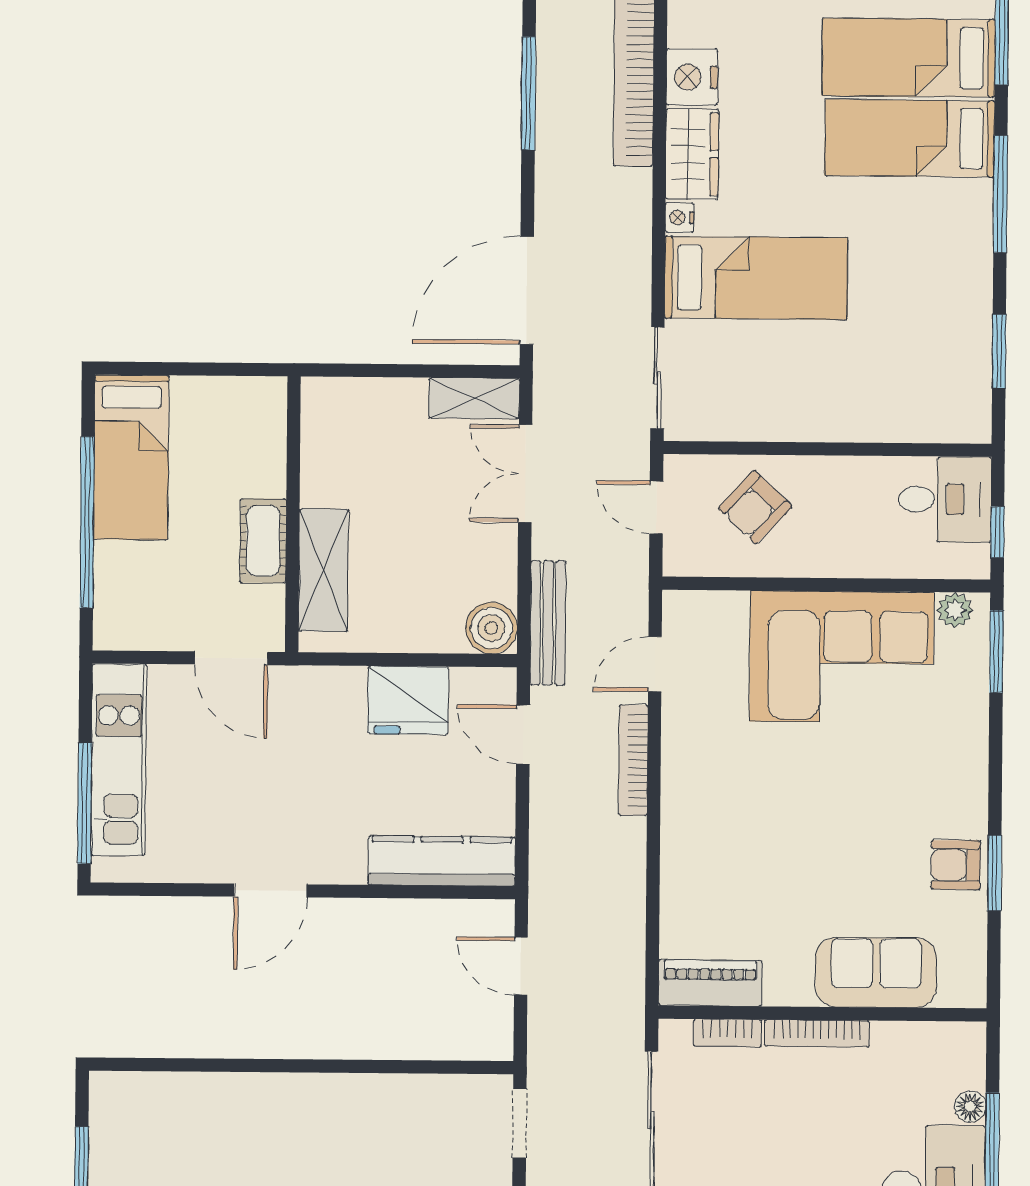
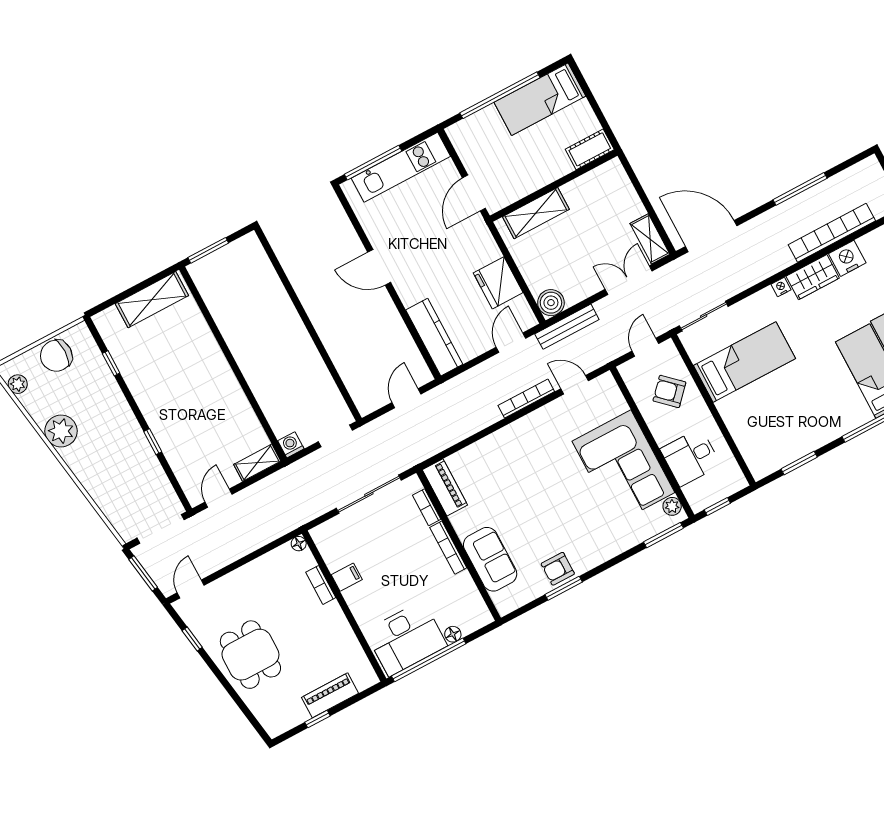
bed: (756, 278) -> (744, 362), moved, turned -90
desk: (945, 499) -> (690, 457), moved, turned 90
cot: (263, 541) -> (590, 149), moved
armchair: (956, 865) -> (558, 569), turned -90

